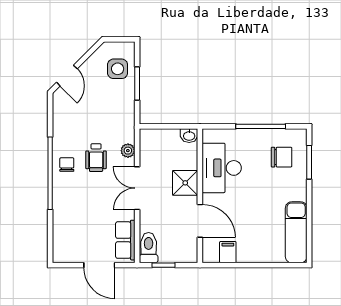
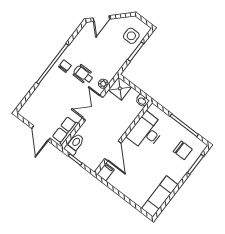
wheelchair: (96, 158) -> (83, 74), turned 90
shower: (185, 183) -> (120, 88), moved
filing cabinet: (228, 252) -> (106, 172), moved

